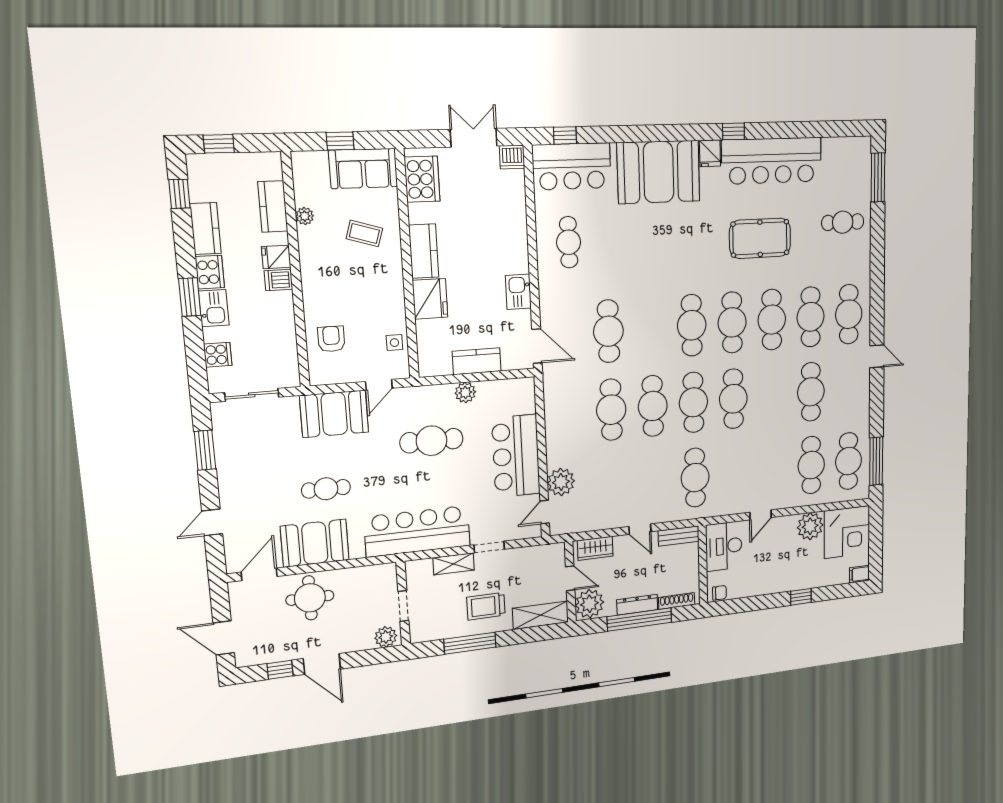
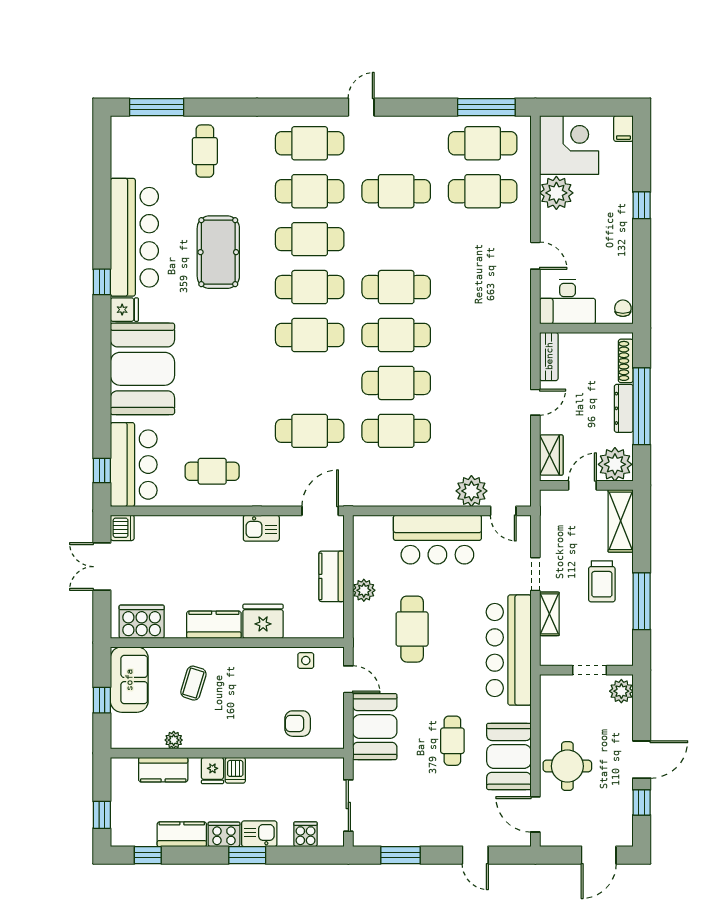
cafe table: (695, 478) -> (483, 335), removed

